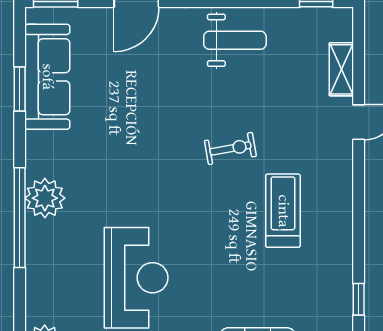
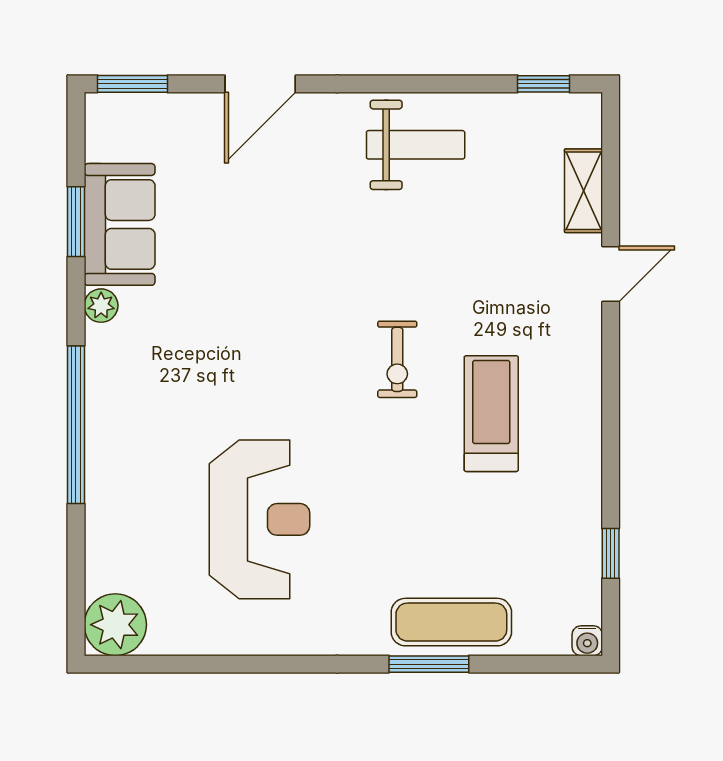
sofa: (47, 77) -> (120, 224), width x0.73
exercise bike: (230, 148) -> (397, 359), moved, turned 100
plant: (45, 198) -> (101, 306), moved, width x0.53, depth x0.53

